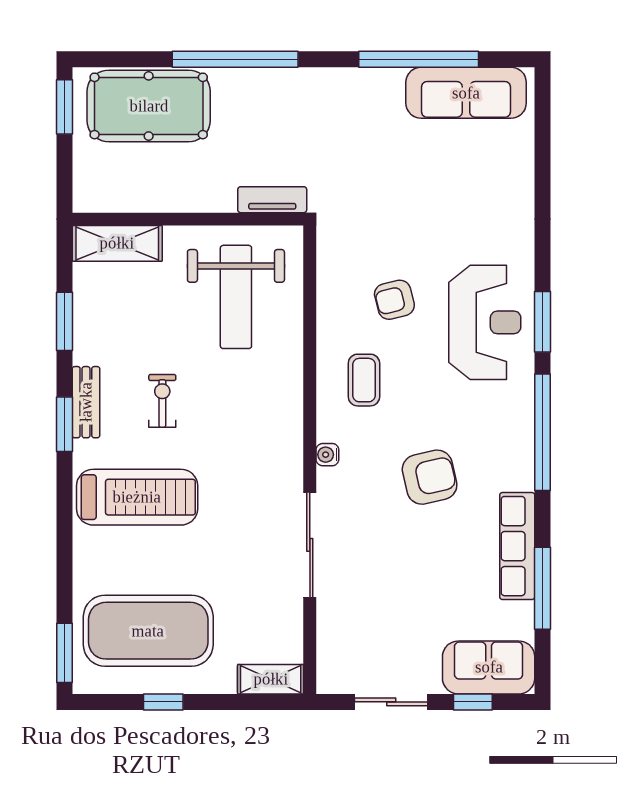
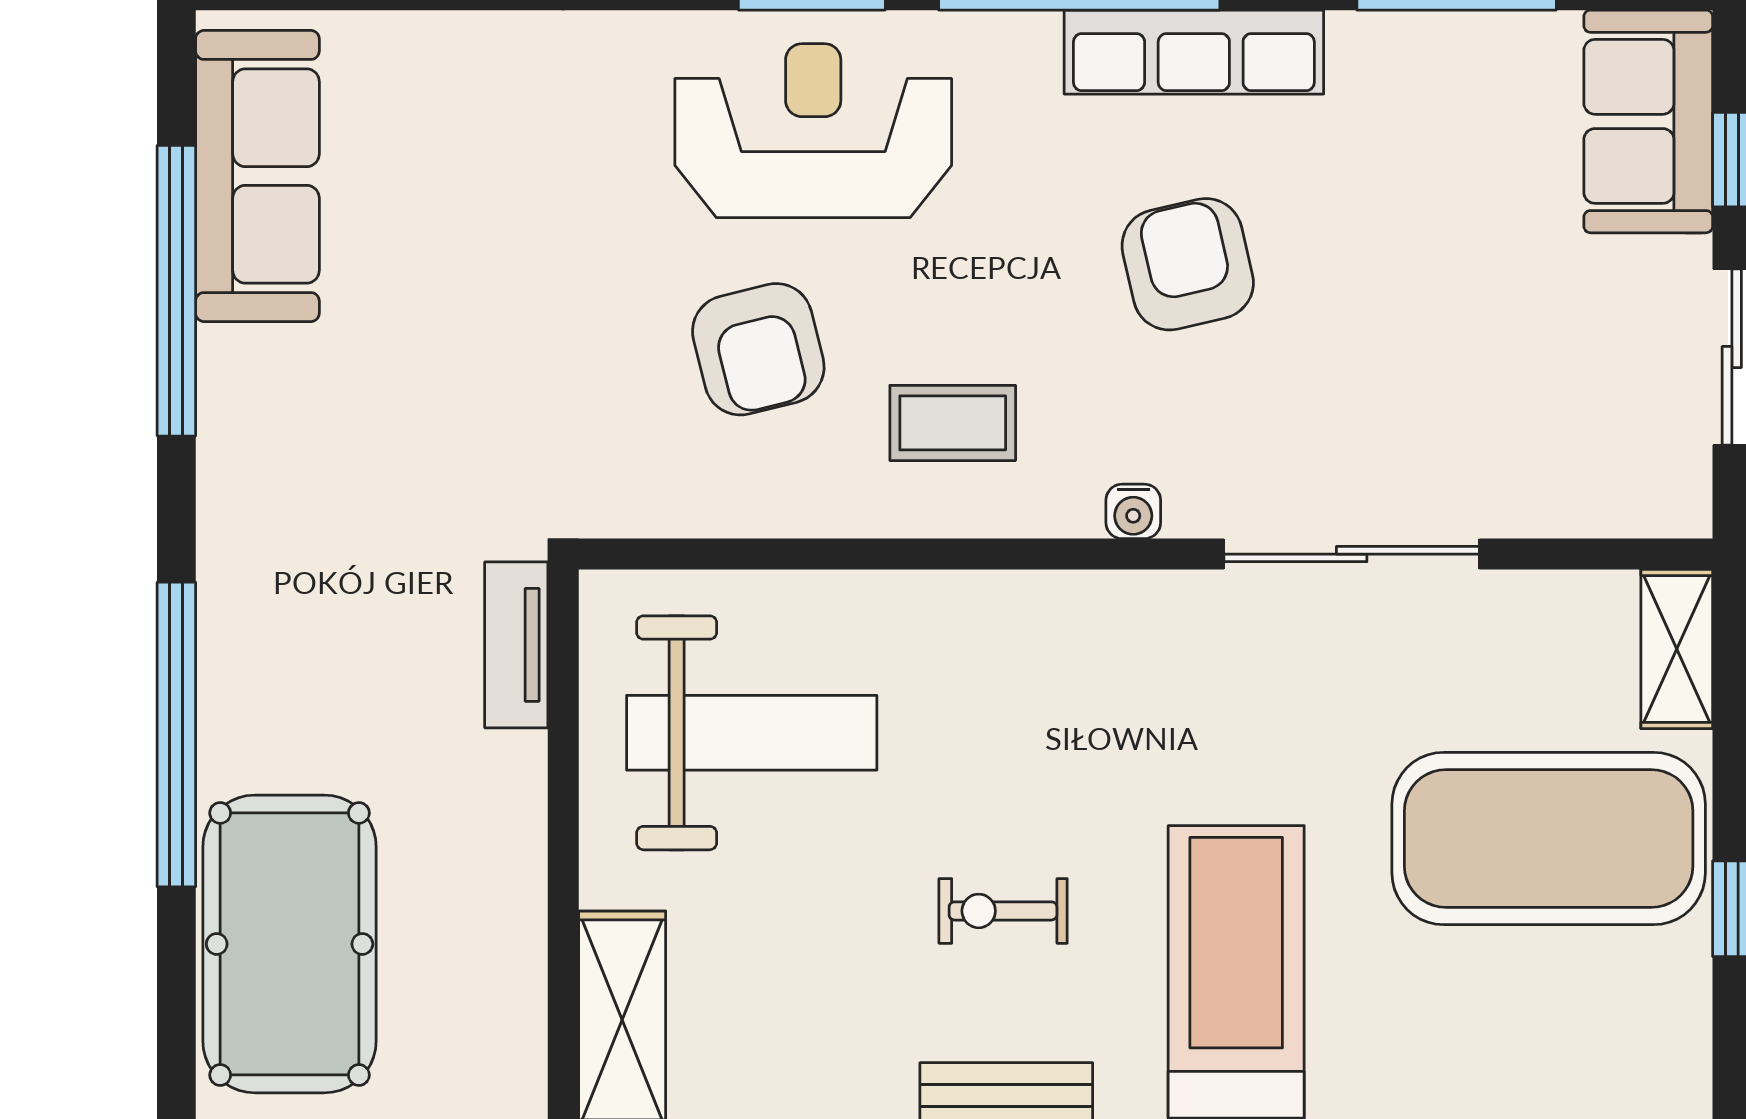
armchair: (394, 300) -> (758, 349), width x1.38, depth x1.38
row of seats: (517, 546) -> (1194, 52), moved
exercise mat: (148, 631) -> (1549, 838), moved, turned 90

